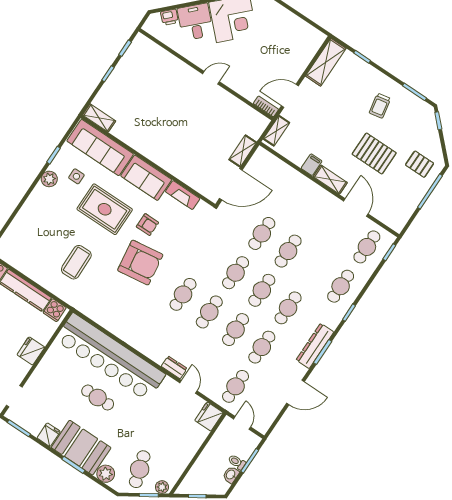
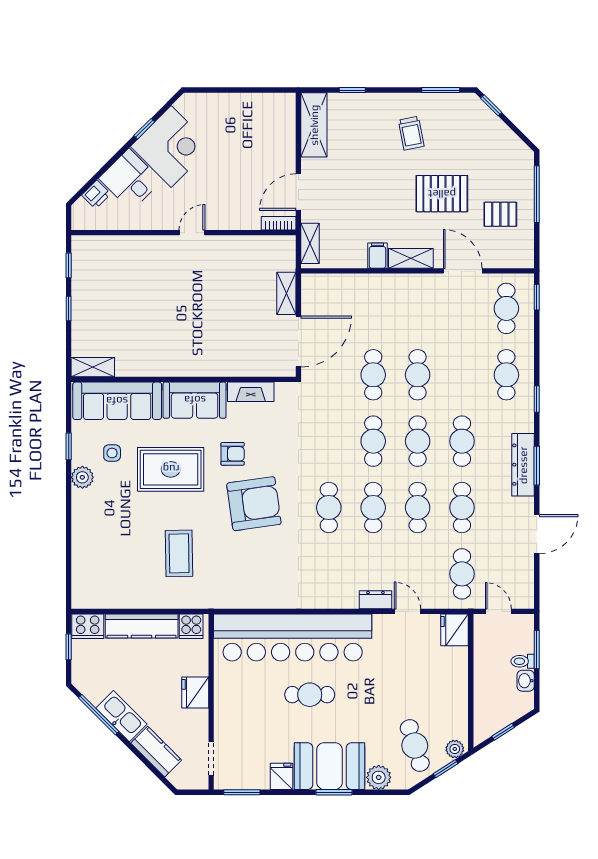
pallet: (420, 164) -> (500, 214), moved

